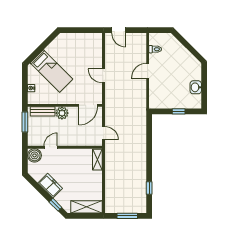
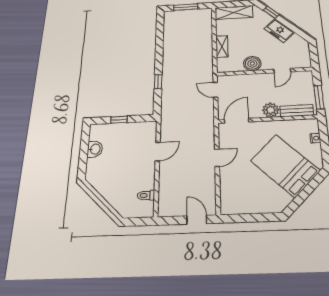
bed: (51, 71) -> (285, 166), width x1.50
door: (148, 71) -> (158, 152), moved
door: (104, 76) -> (217, 158), hinge flipped
boiler: (34, 155) -> (252, 64), moved
shelving: (97, 160) -> (222, 46), moved
window: (149, 188) -> (158, 82), moved

